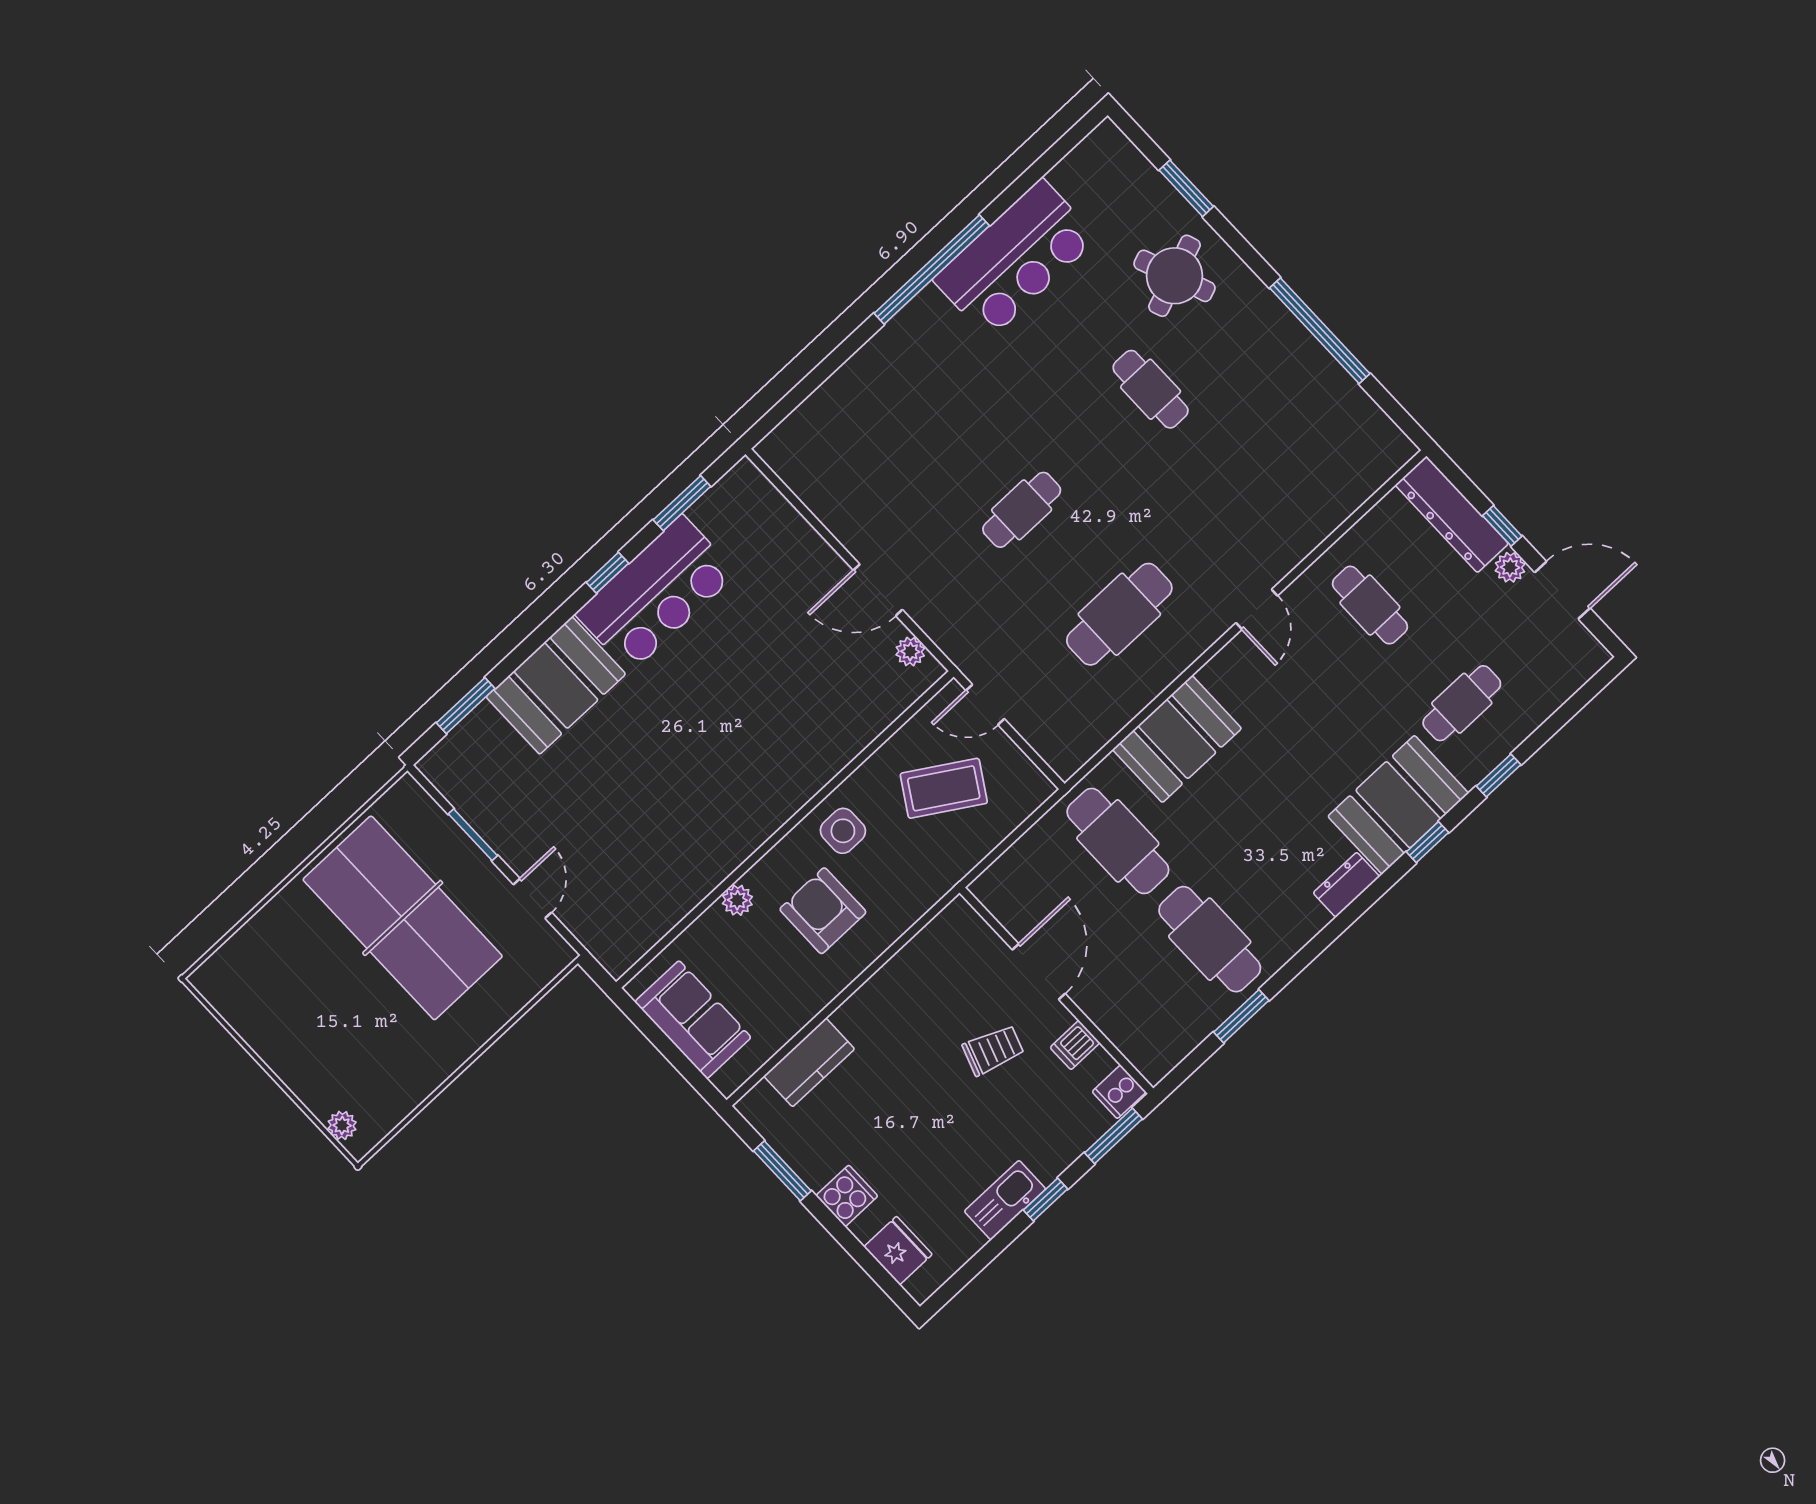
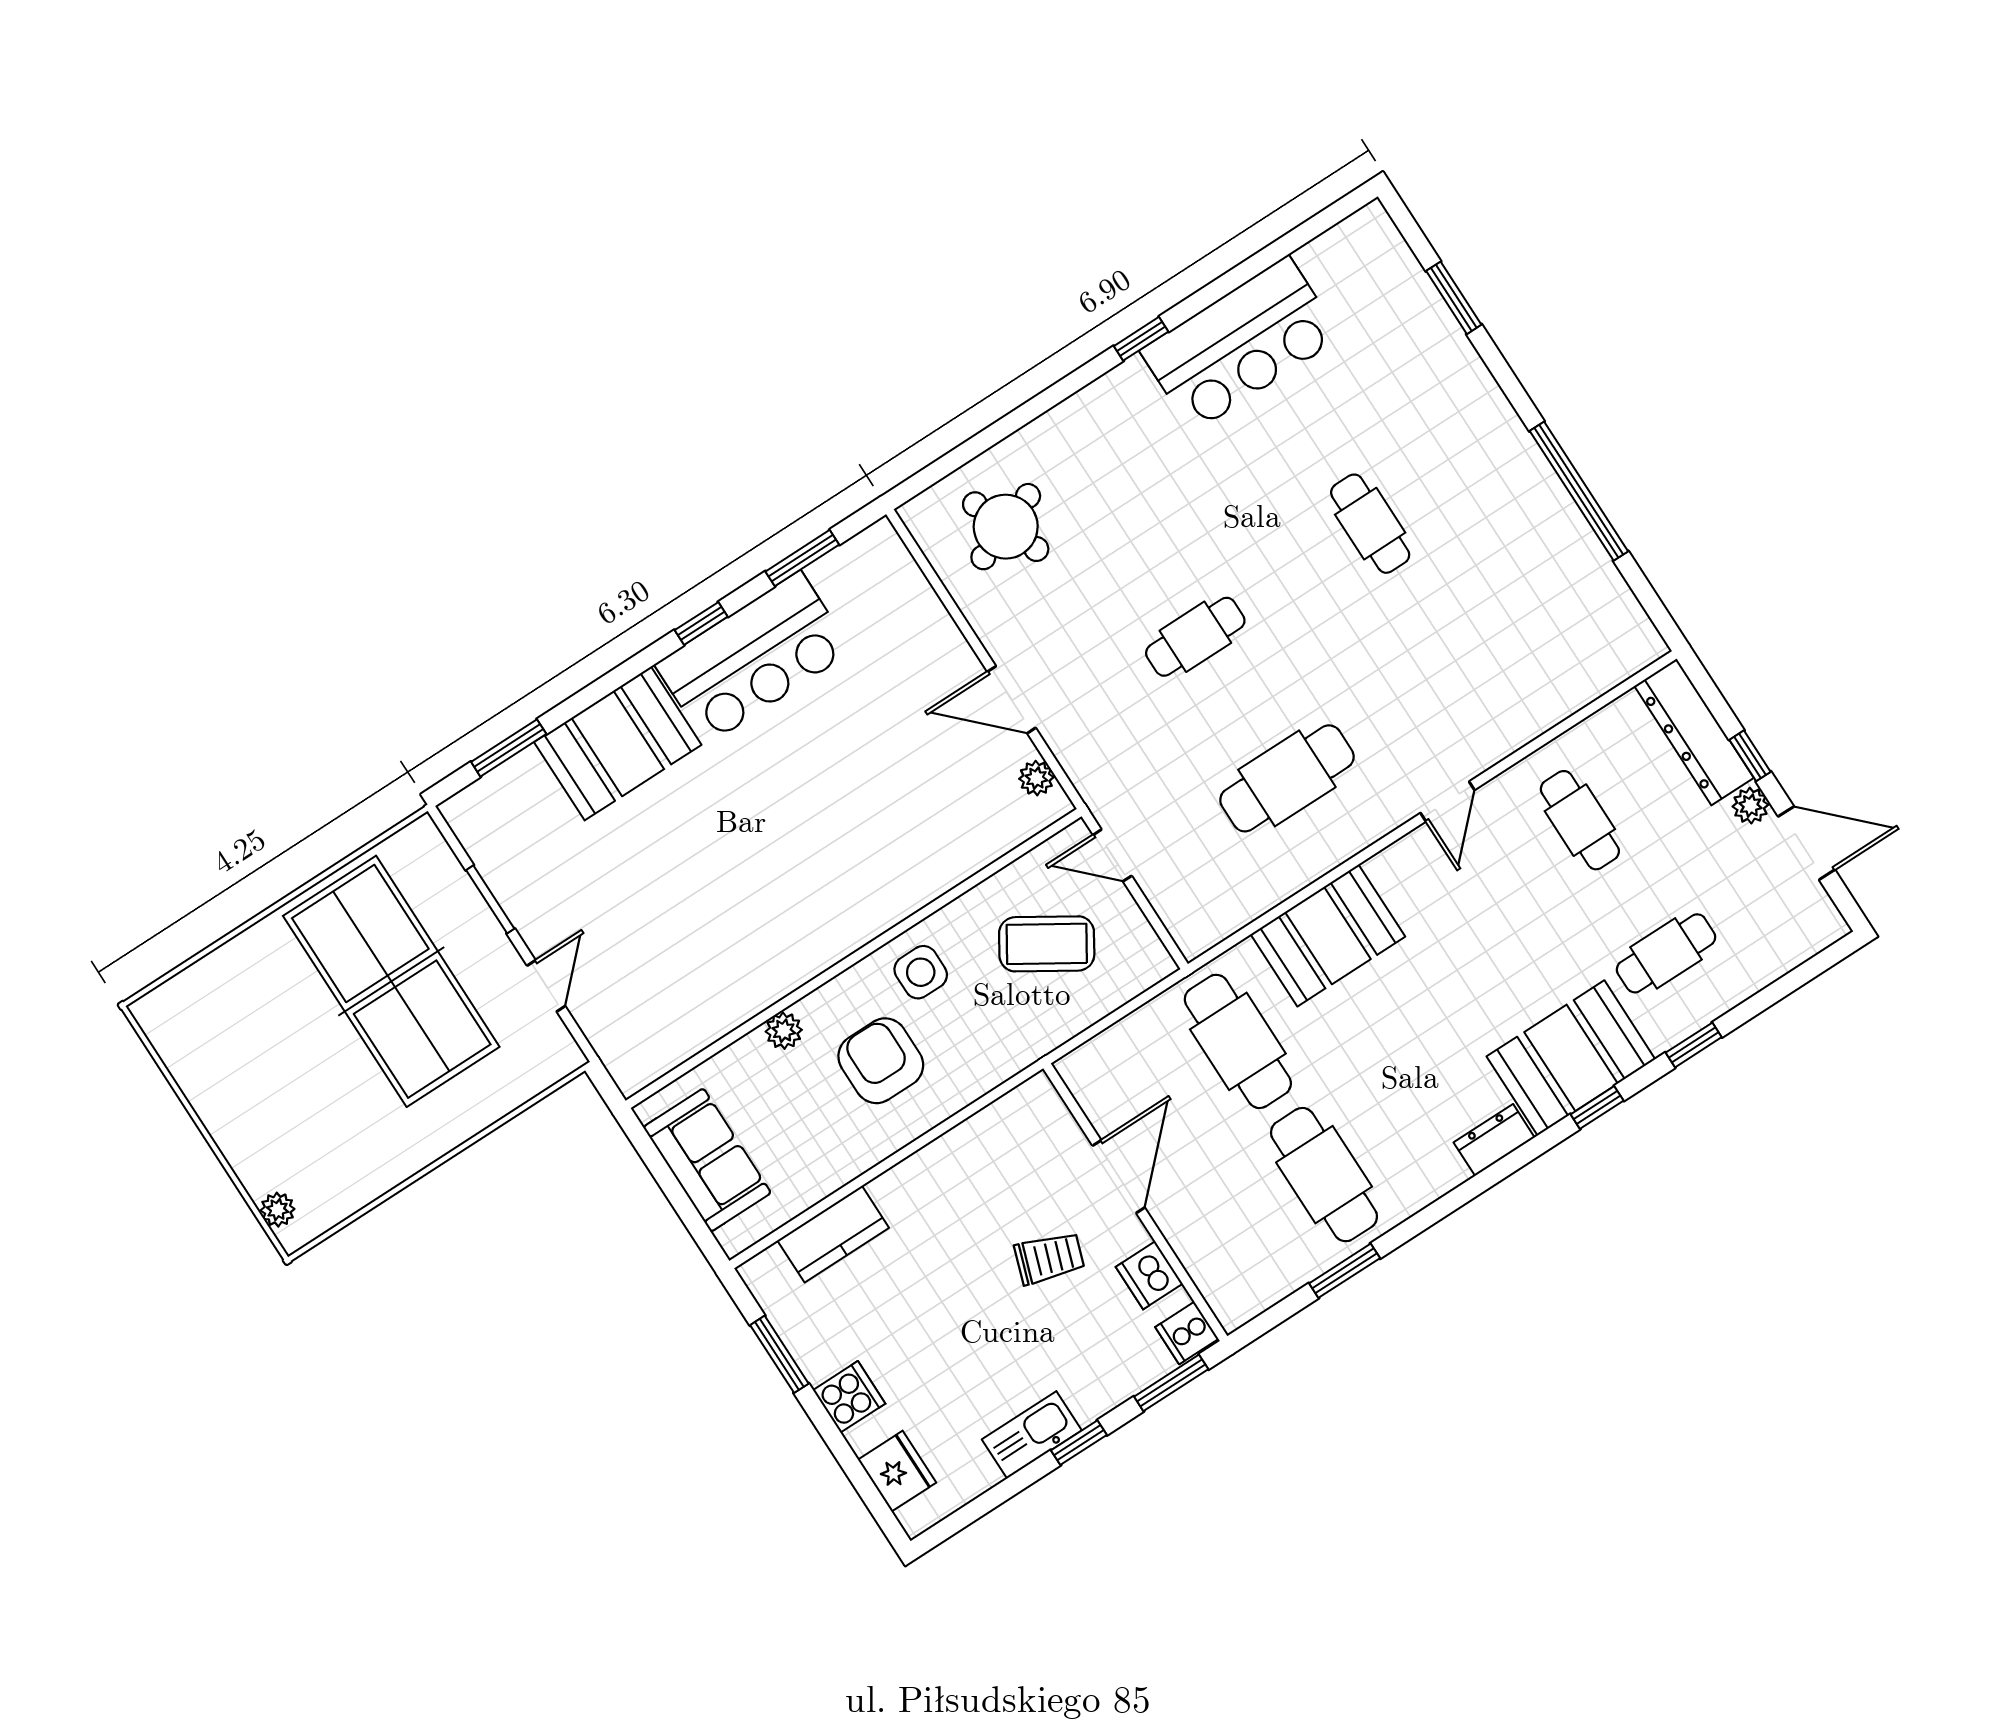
window: (932, 269) -> (1141, 339), width x0.32
round table: (1175, 276) -> (1006, 527), moved
dishwasher: (1075, 1045) -> (1149, 1275), width x1.38

